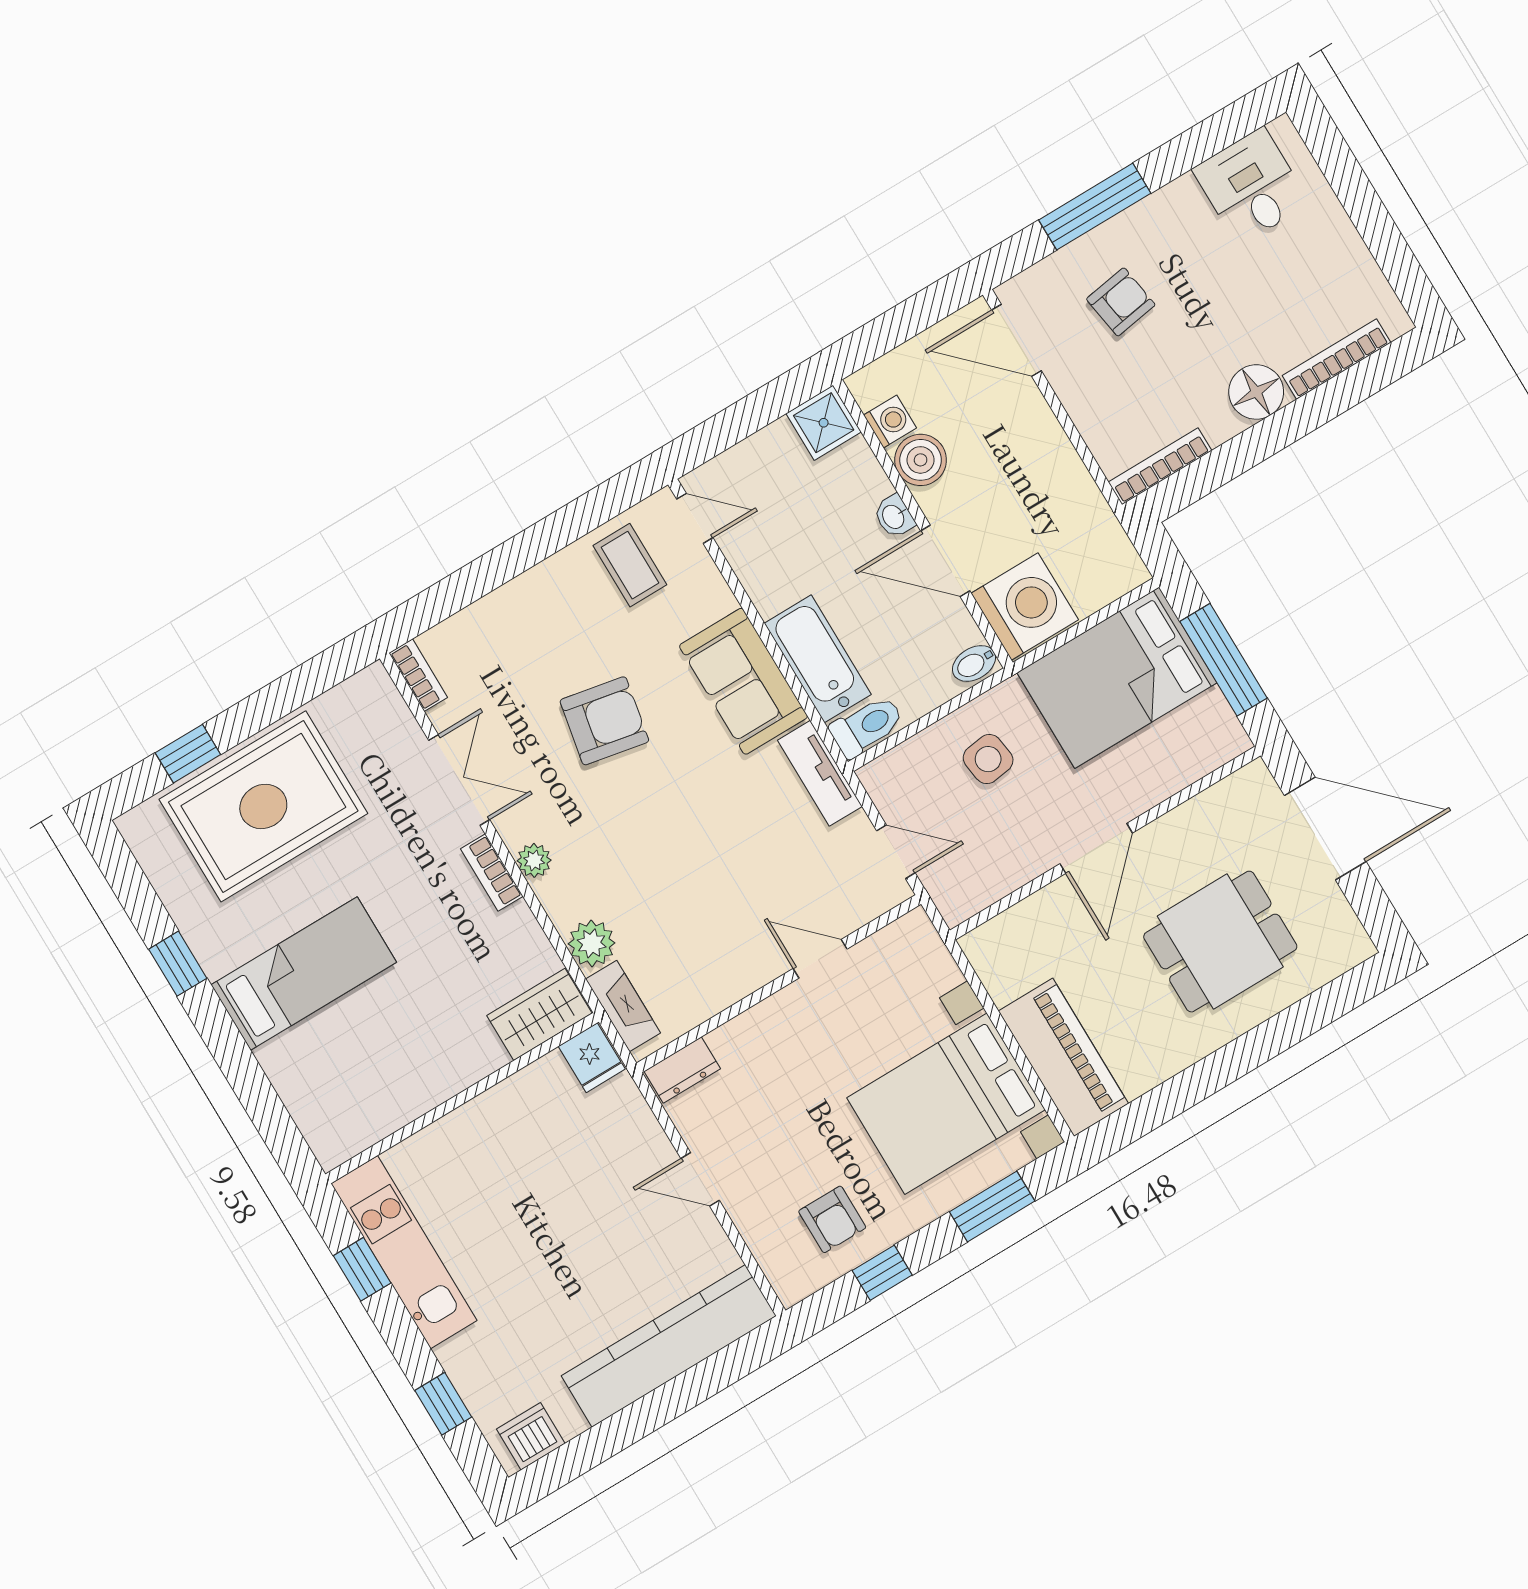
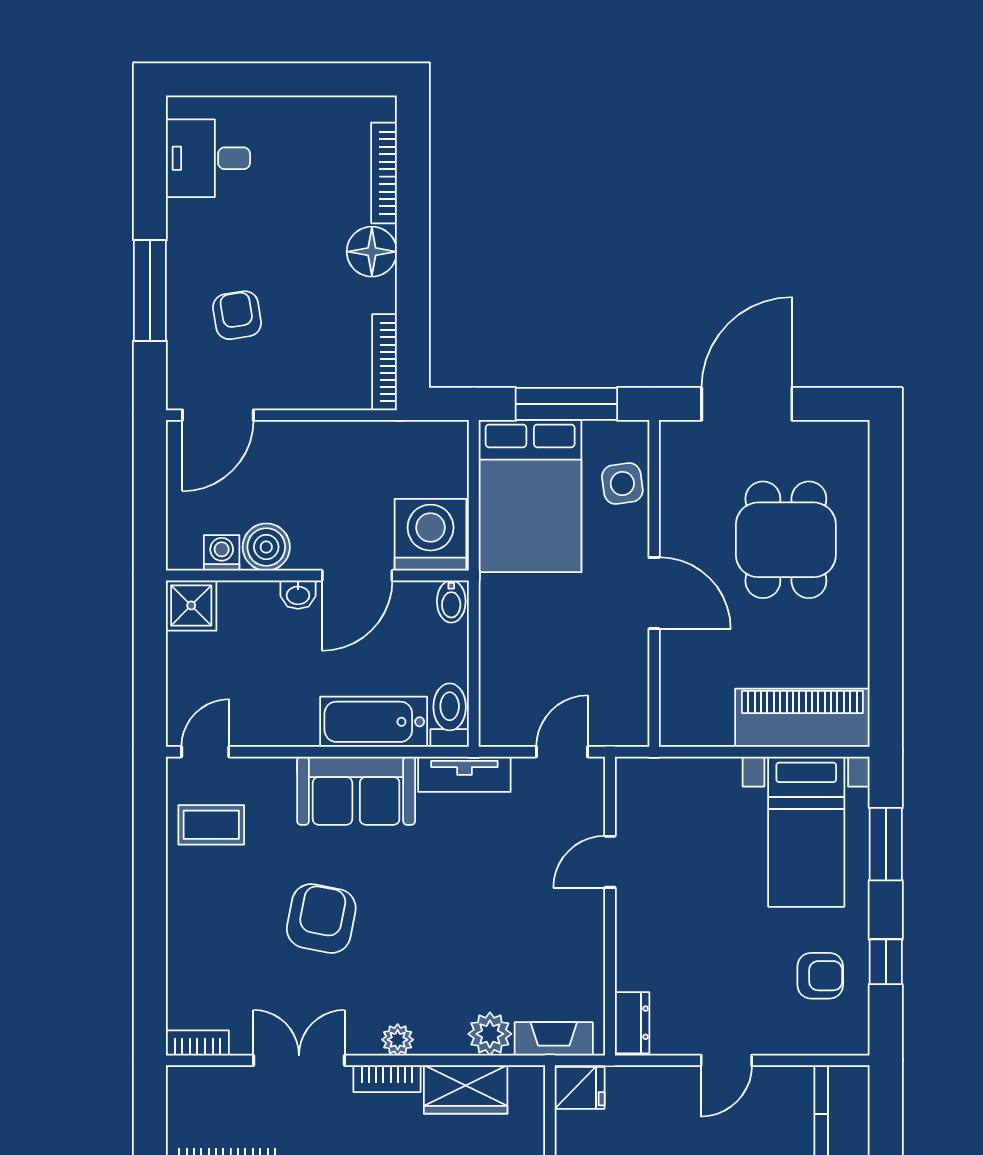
side table: (988, 759) -> (622, 484), moved
wardrobe: (539, 1014) -> (466, 1089), moved, turned -90
bed with nightstands: (946, 1104) -> (806, 832), width x0.73

